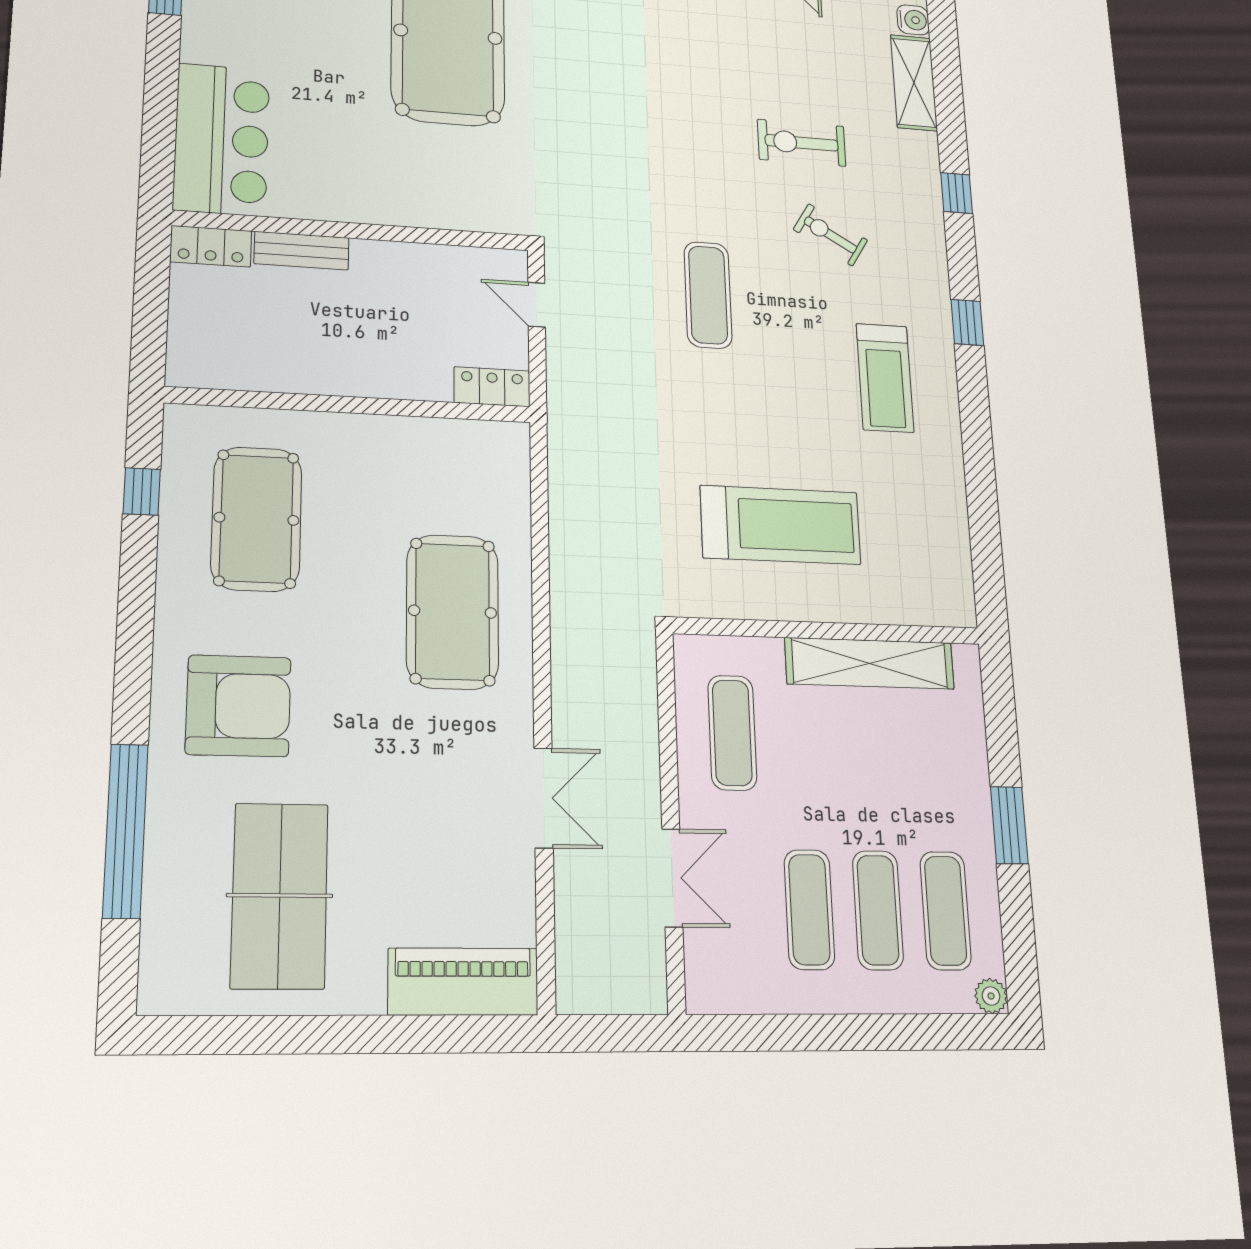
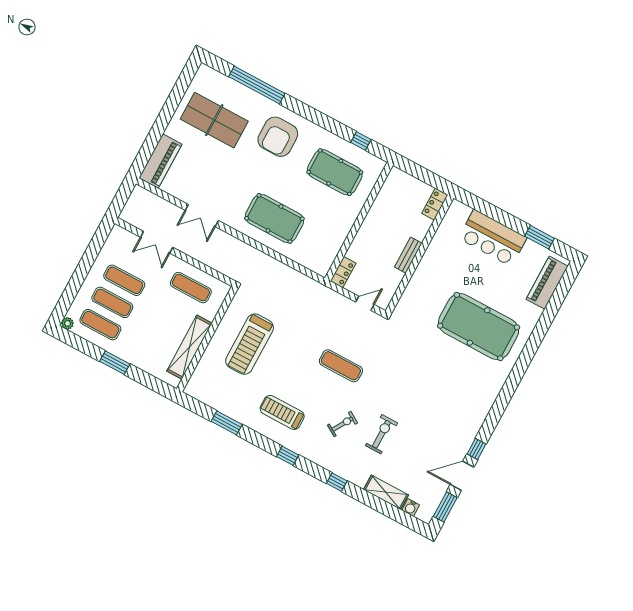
bar counter: (222, 139) -> (493, 238), moved
bench: (302, 251) -> (408, 255), moved
window: (981, 491) -> (227, 423), added

